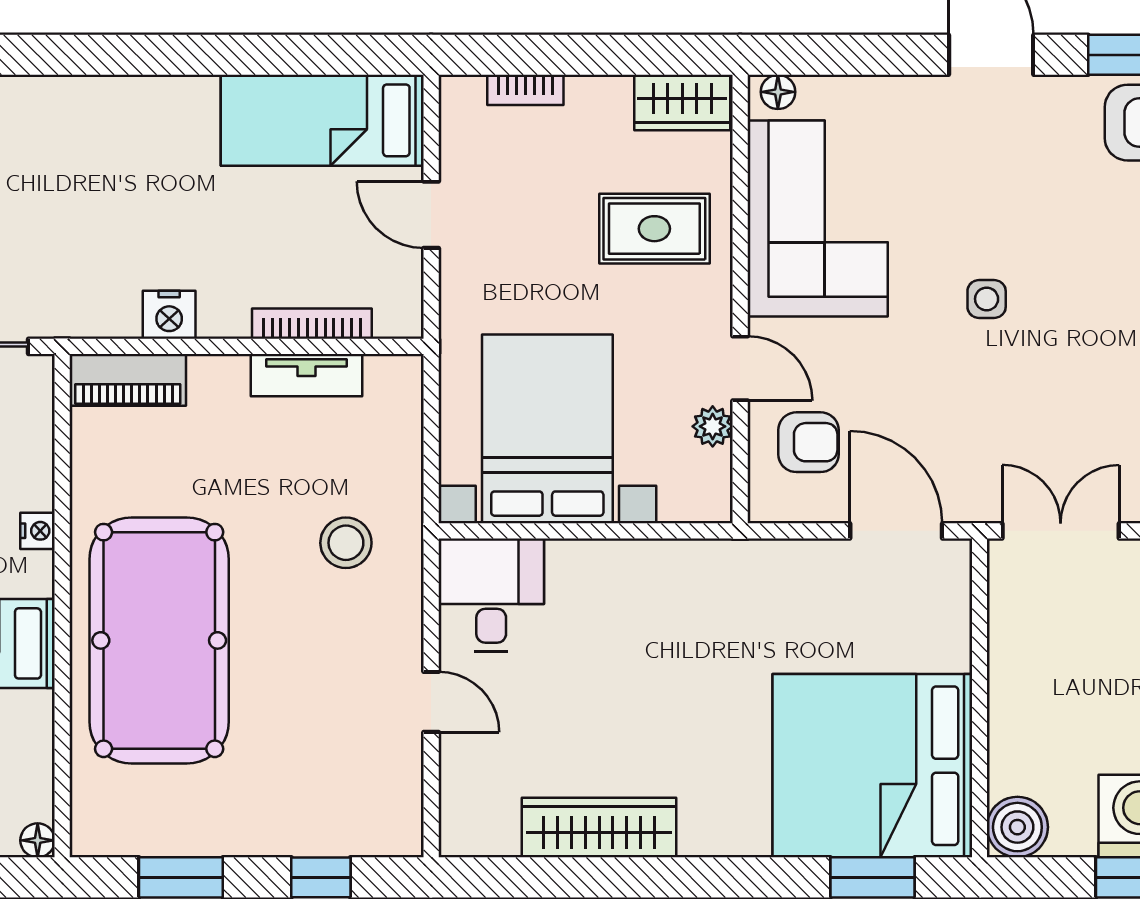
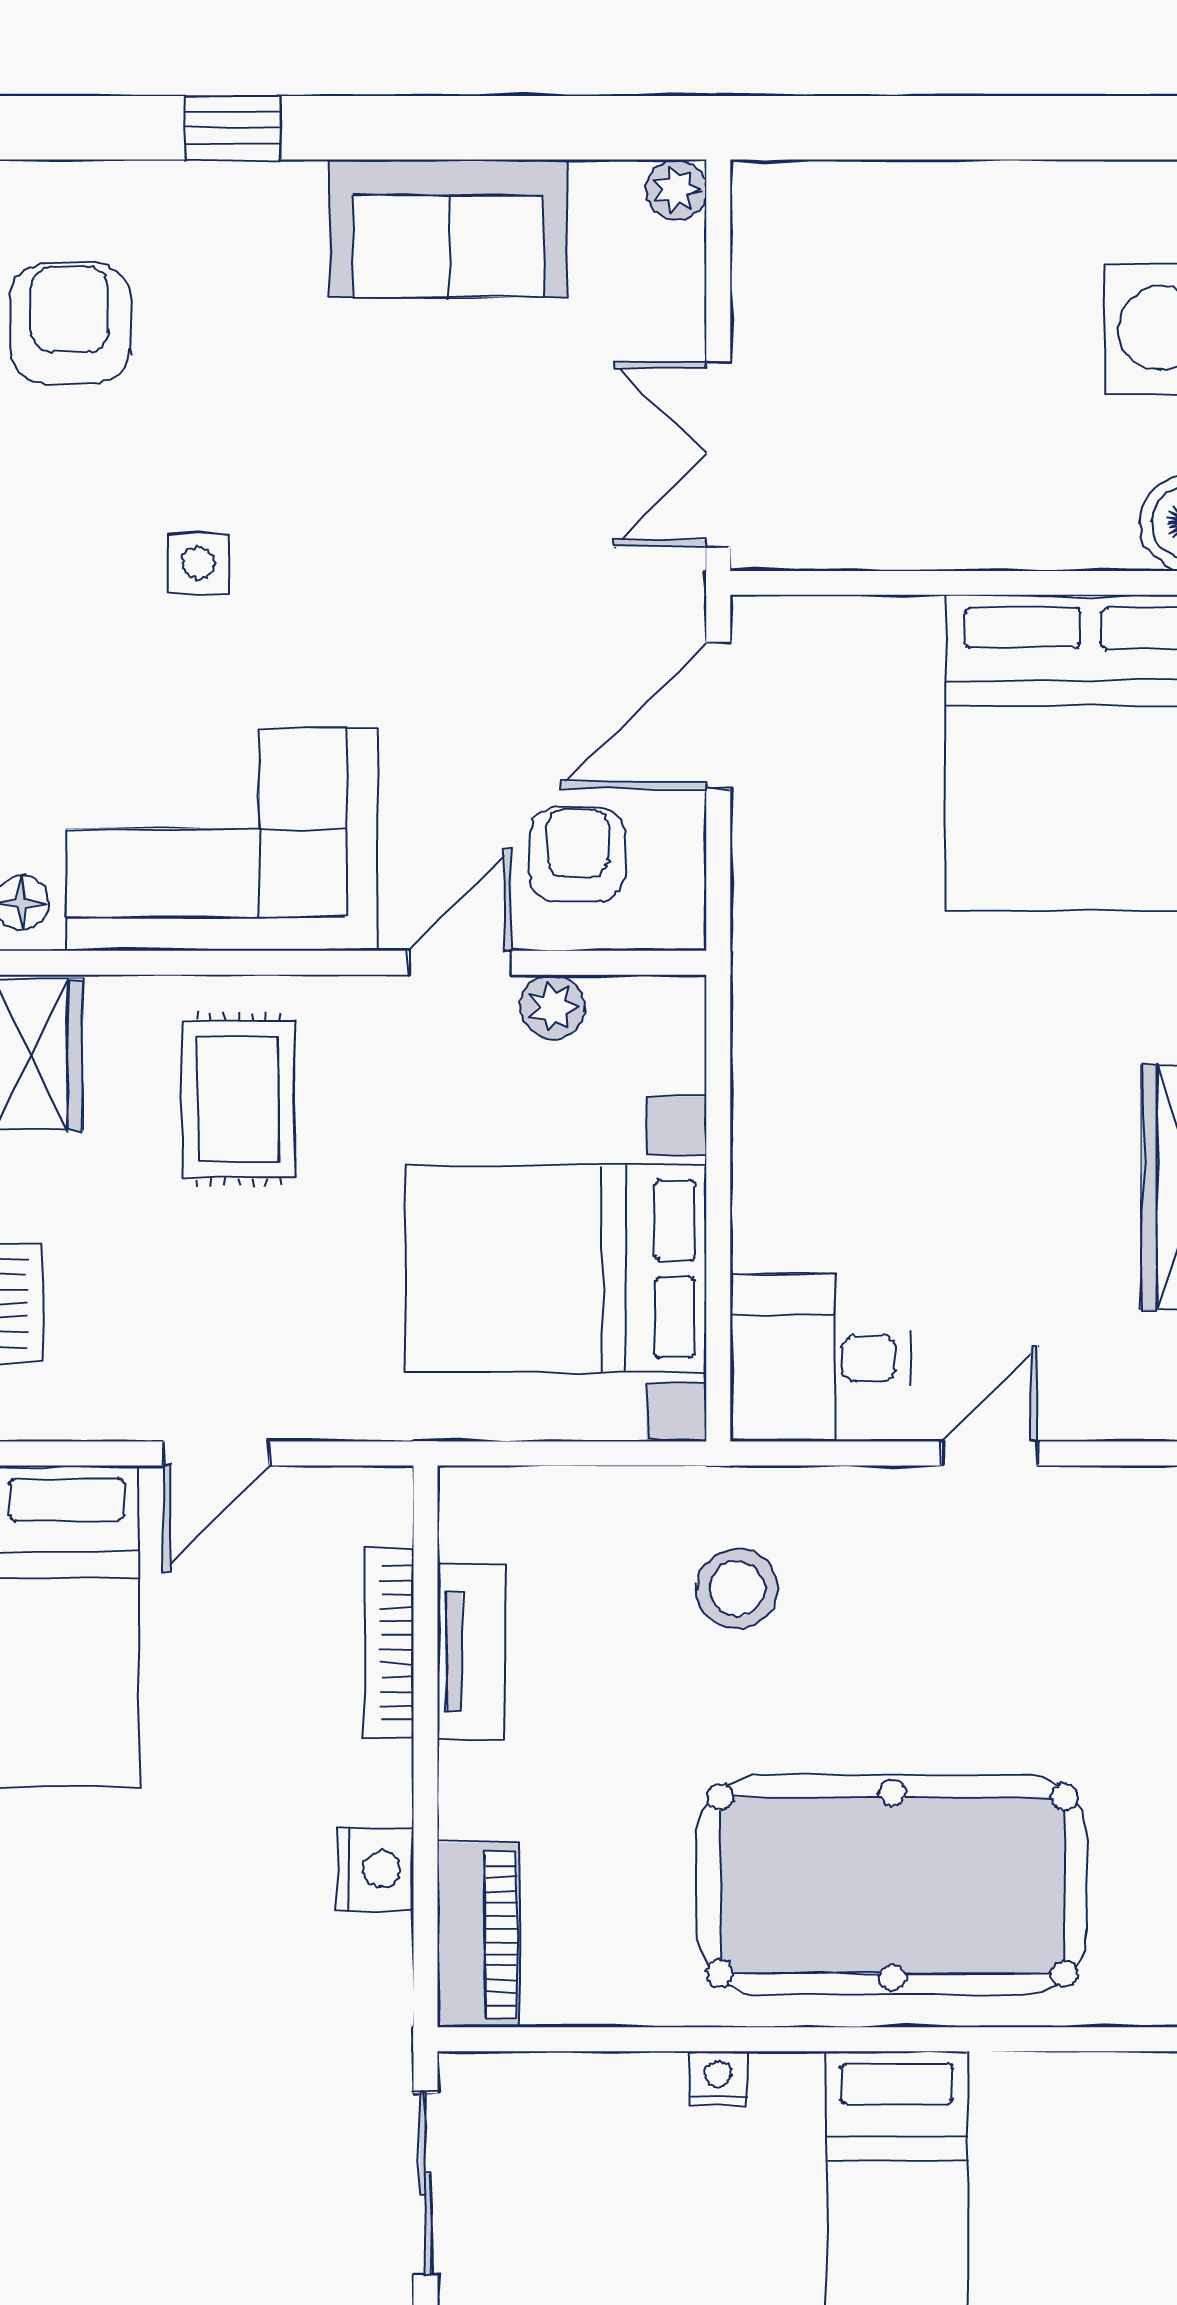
side table: (987, 299) -> (198, 563), moved

